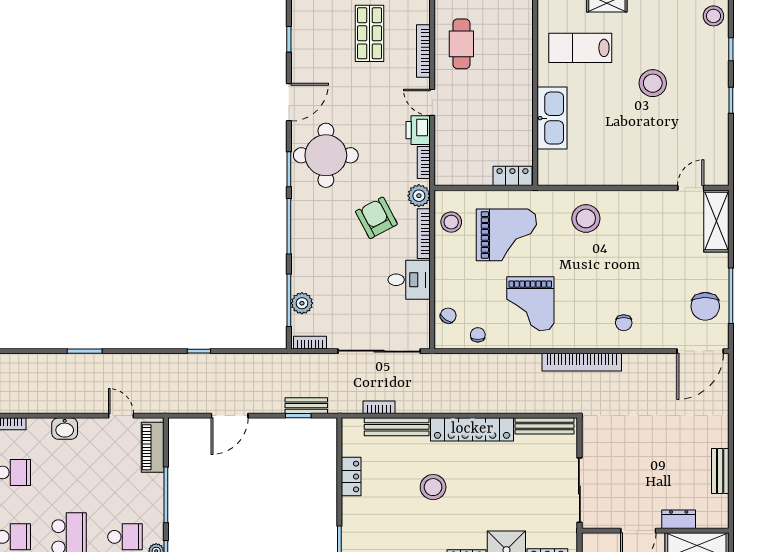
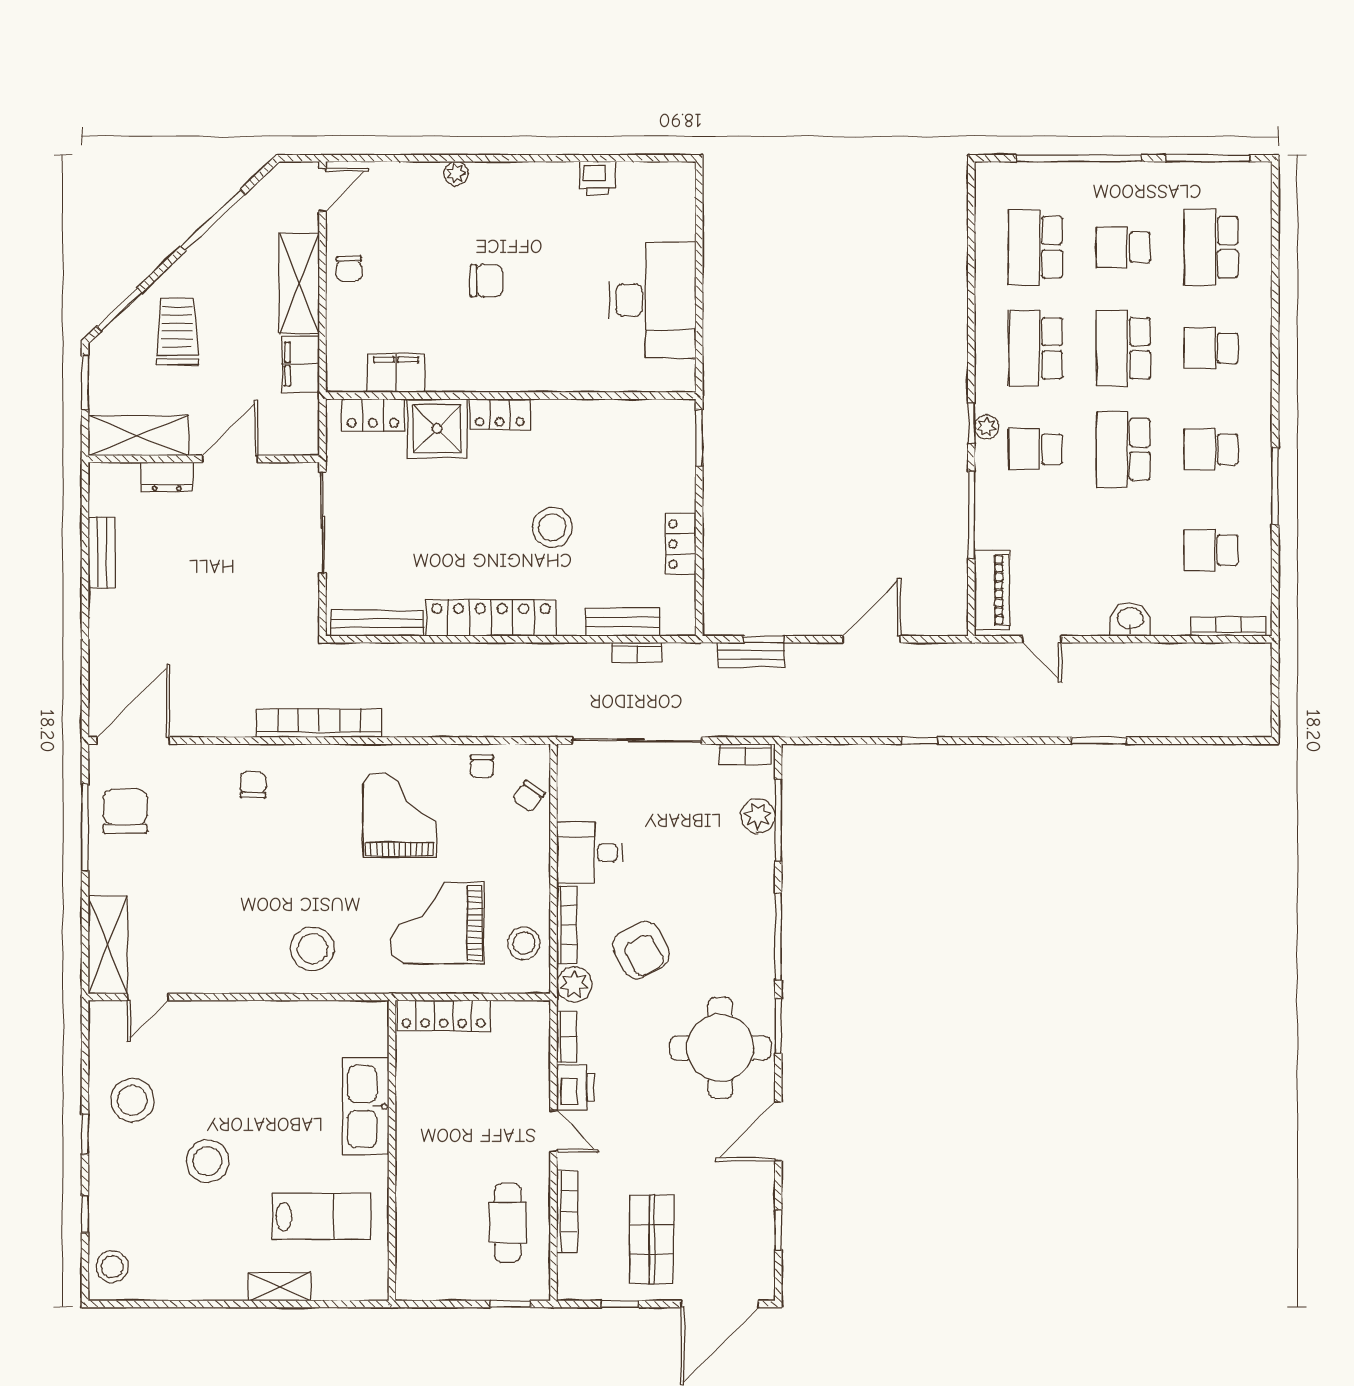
stool: (701, 122) -> (132, 1100), added
locker: (512, 176) -> (444, 1016), width x1.53
bench: (397, 427) -> (623, 622), width x0.73

